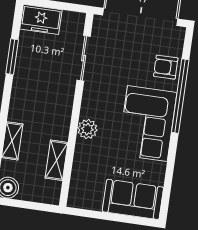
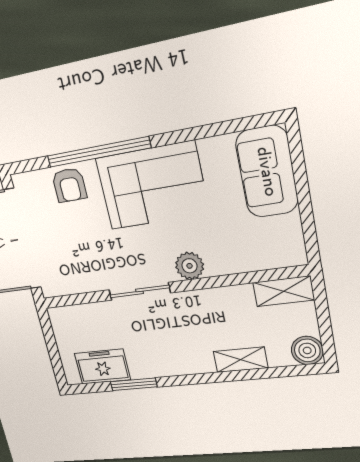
freezer: (41, 19) -> (102, 367), moved, turned -90
sliding door: (84, 58) -> (140, 291), moved
shelving: (57, 160) -> (284, 291), moved

